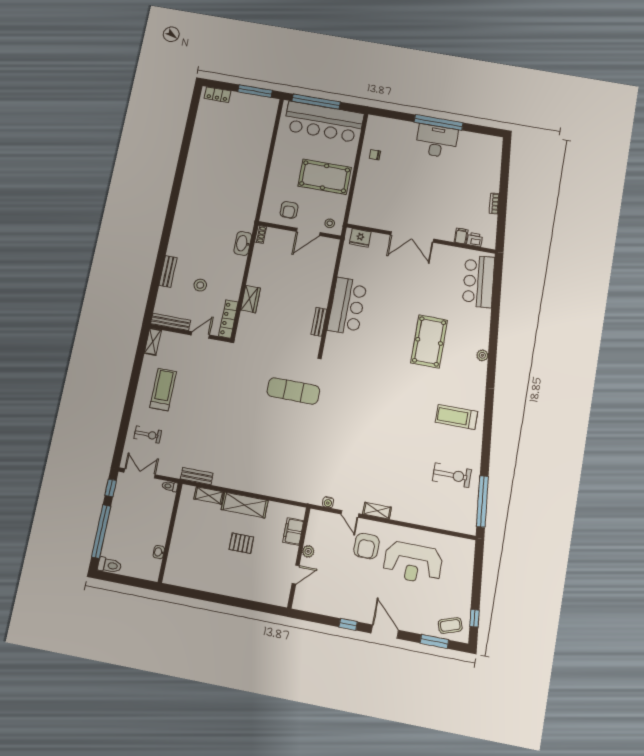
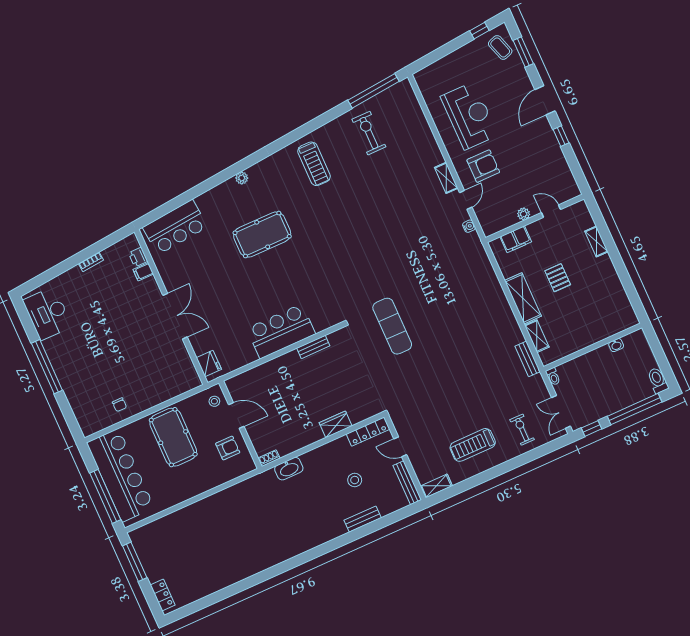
desk: (437, 141) -> (47, 313), moved
shelving: (248, 594) -> (596, 241), added

